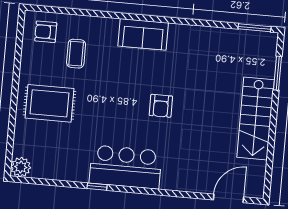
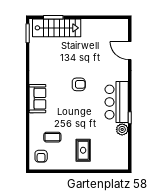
rug: (49, 103) -> (83, 150), width x0.73, depth x0.70
stairs: (256, 119) -> (57, 28), moved
plant: (21, 167) -> (122, 129), moved
door: (229, 198) -> (130, 51), moved

